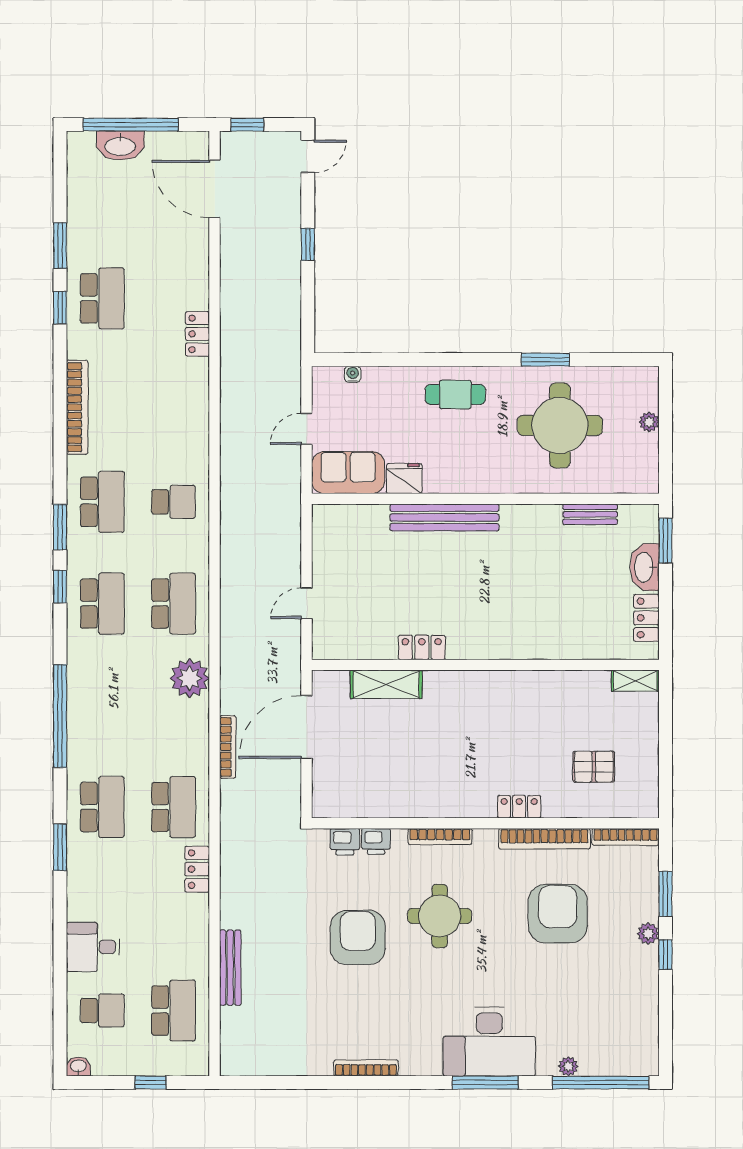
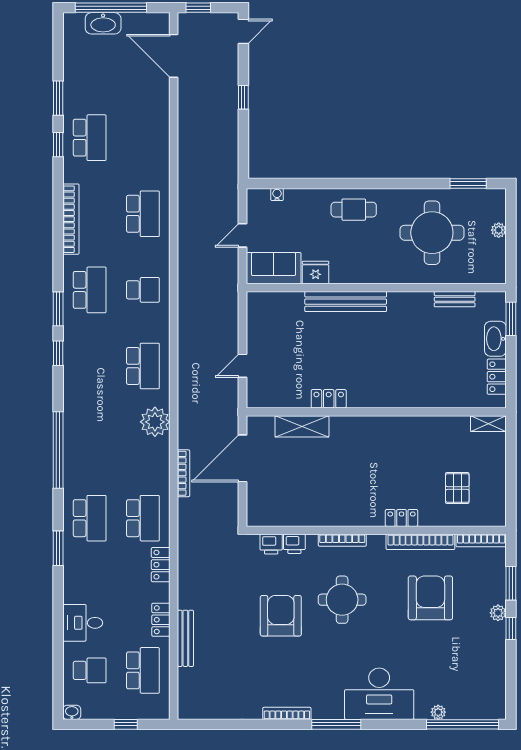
locker: (198, 334) -> (161, 620), moved
window: (545, 360) -> (468, 183), moved
school desk: (102, 604) -> (143, 214), moved
pallet: (594, 767) -> (457, 488), turned 90
window: (485, 1083) -> (336, 724), moved

